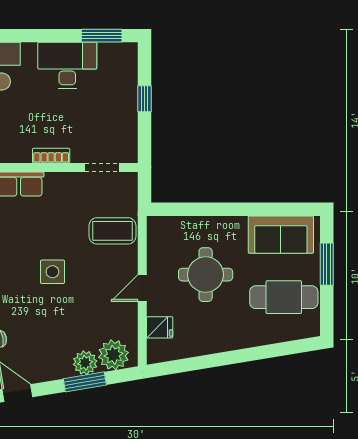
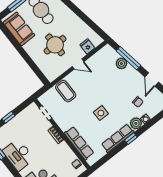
side table: (52, 272) -> (101, 113), moved
plant: (113, 355) -> (110, 55), removed
window: (85, 382) -> (128, 58), width x1.44

